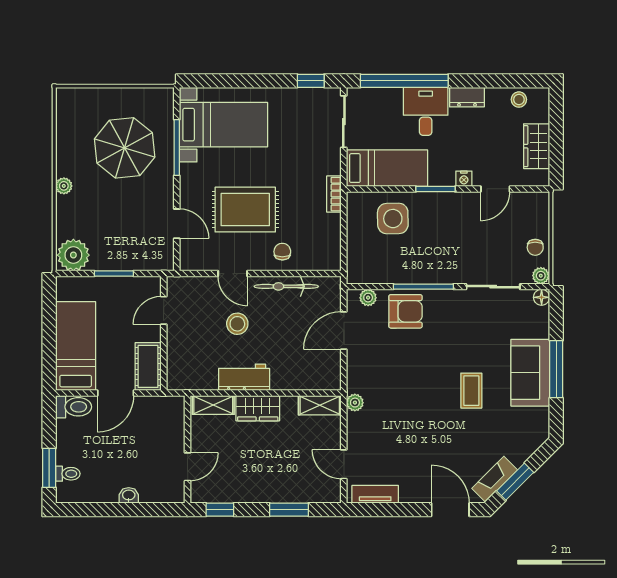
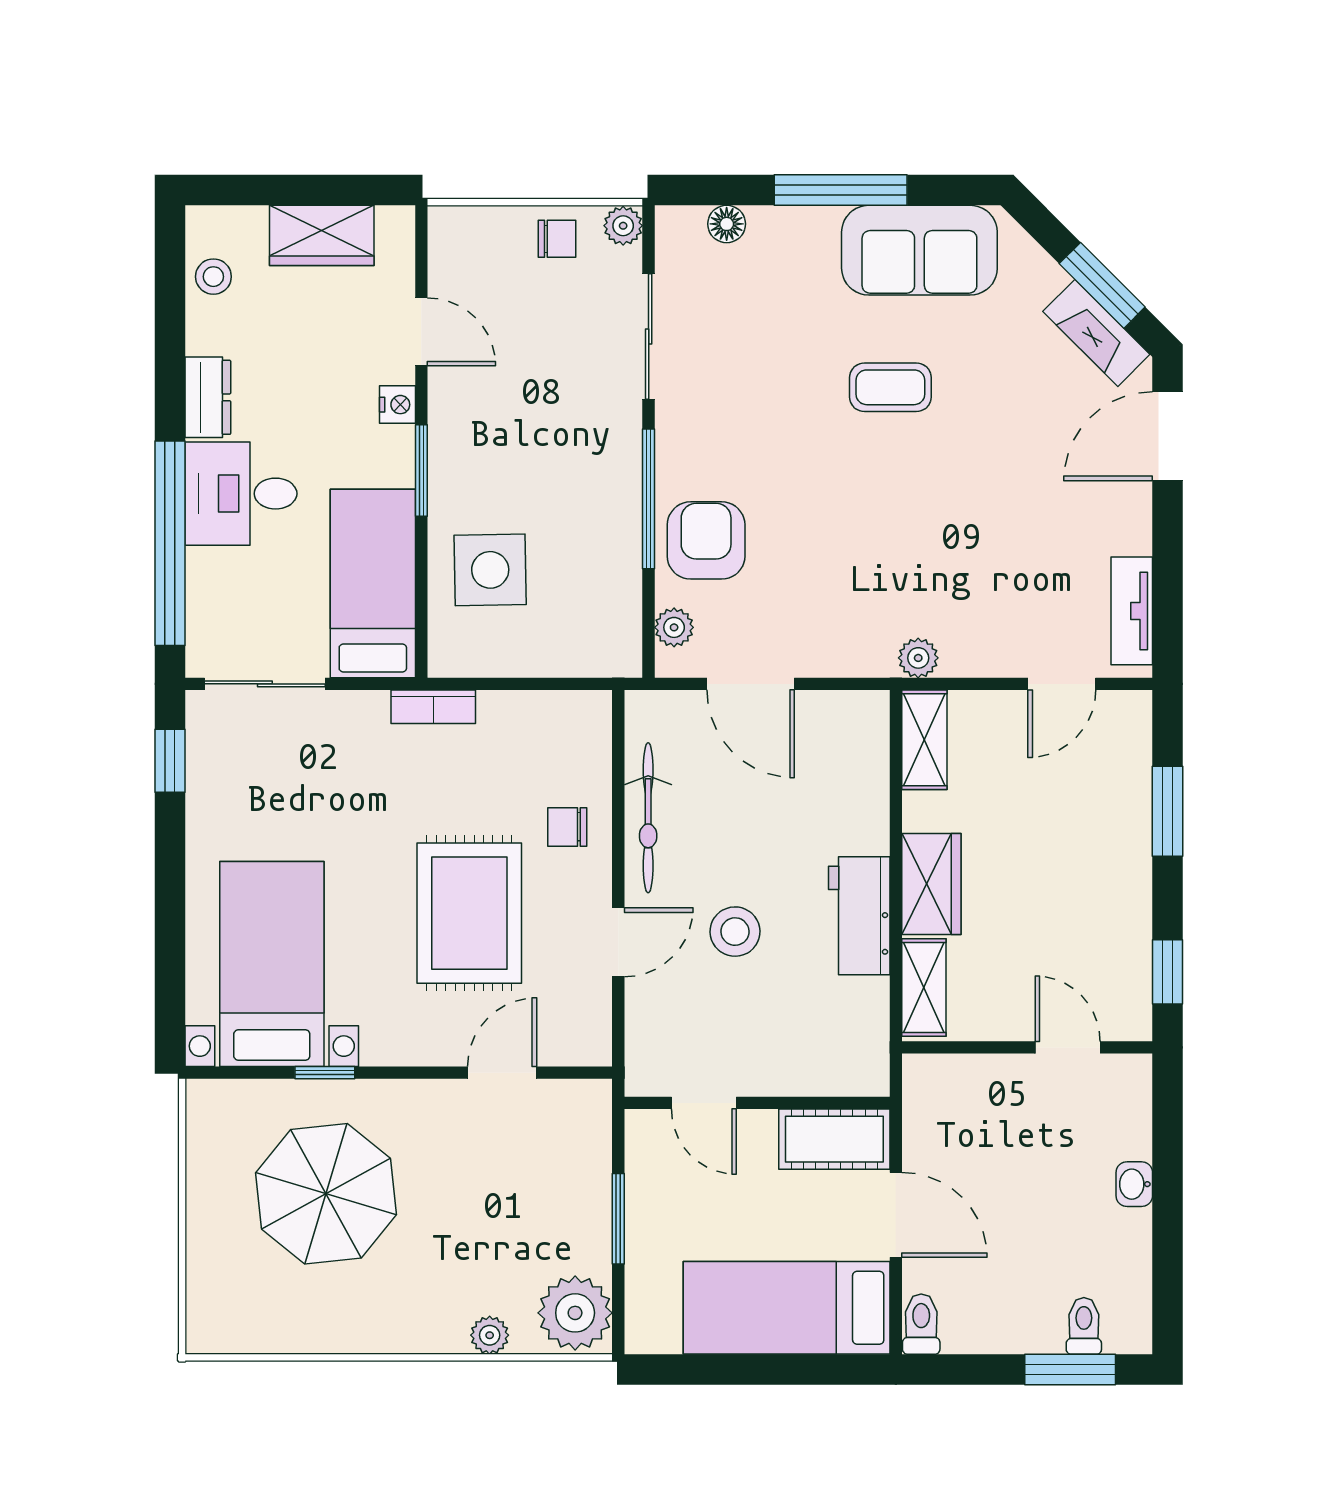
window: (177, 147) -> (325, 1073), width x0.46
plant: (64, 186) -> (490, 1335), moved
floor lamp: (542, 297) -> (727, 224), moved
sofa: (530, 373) -> (919, 250), moved
toilet: (74, 407) -> (921, 1324), width x0.73, depth x0.72

